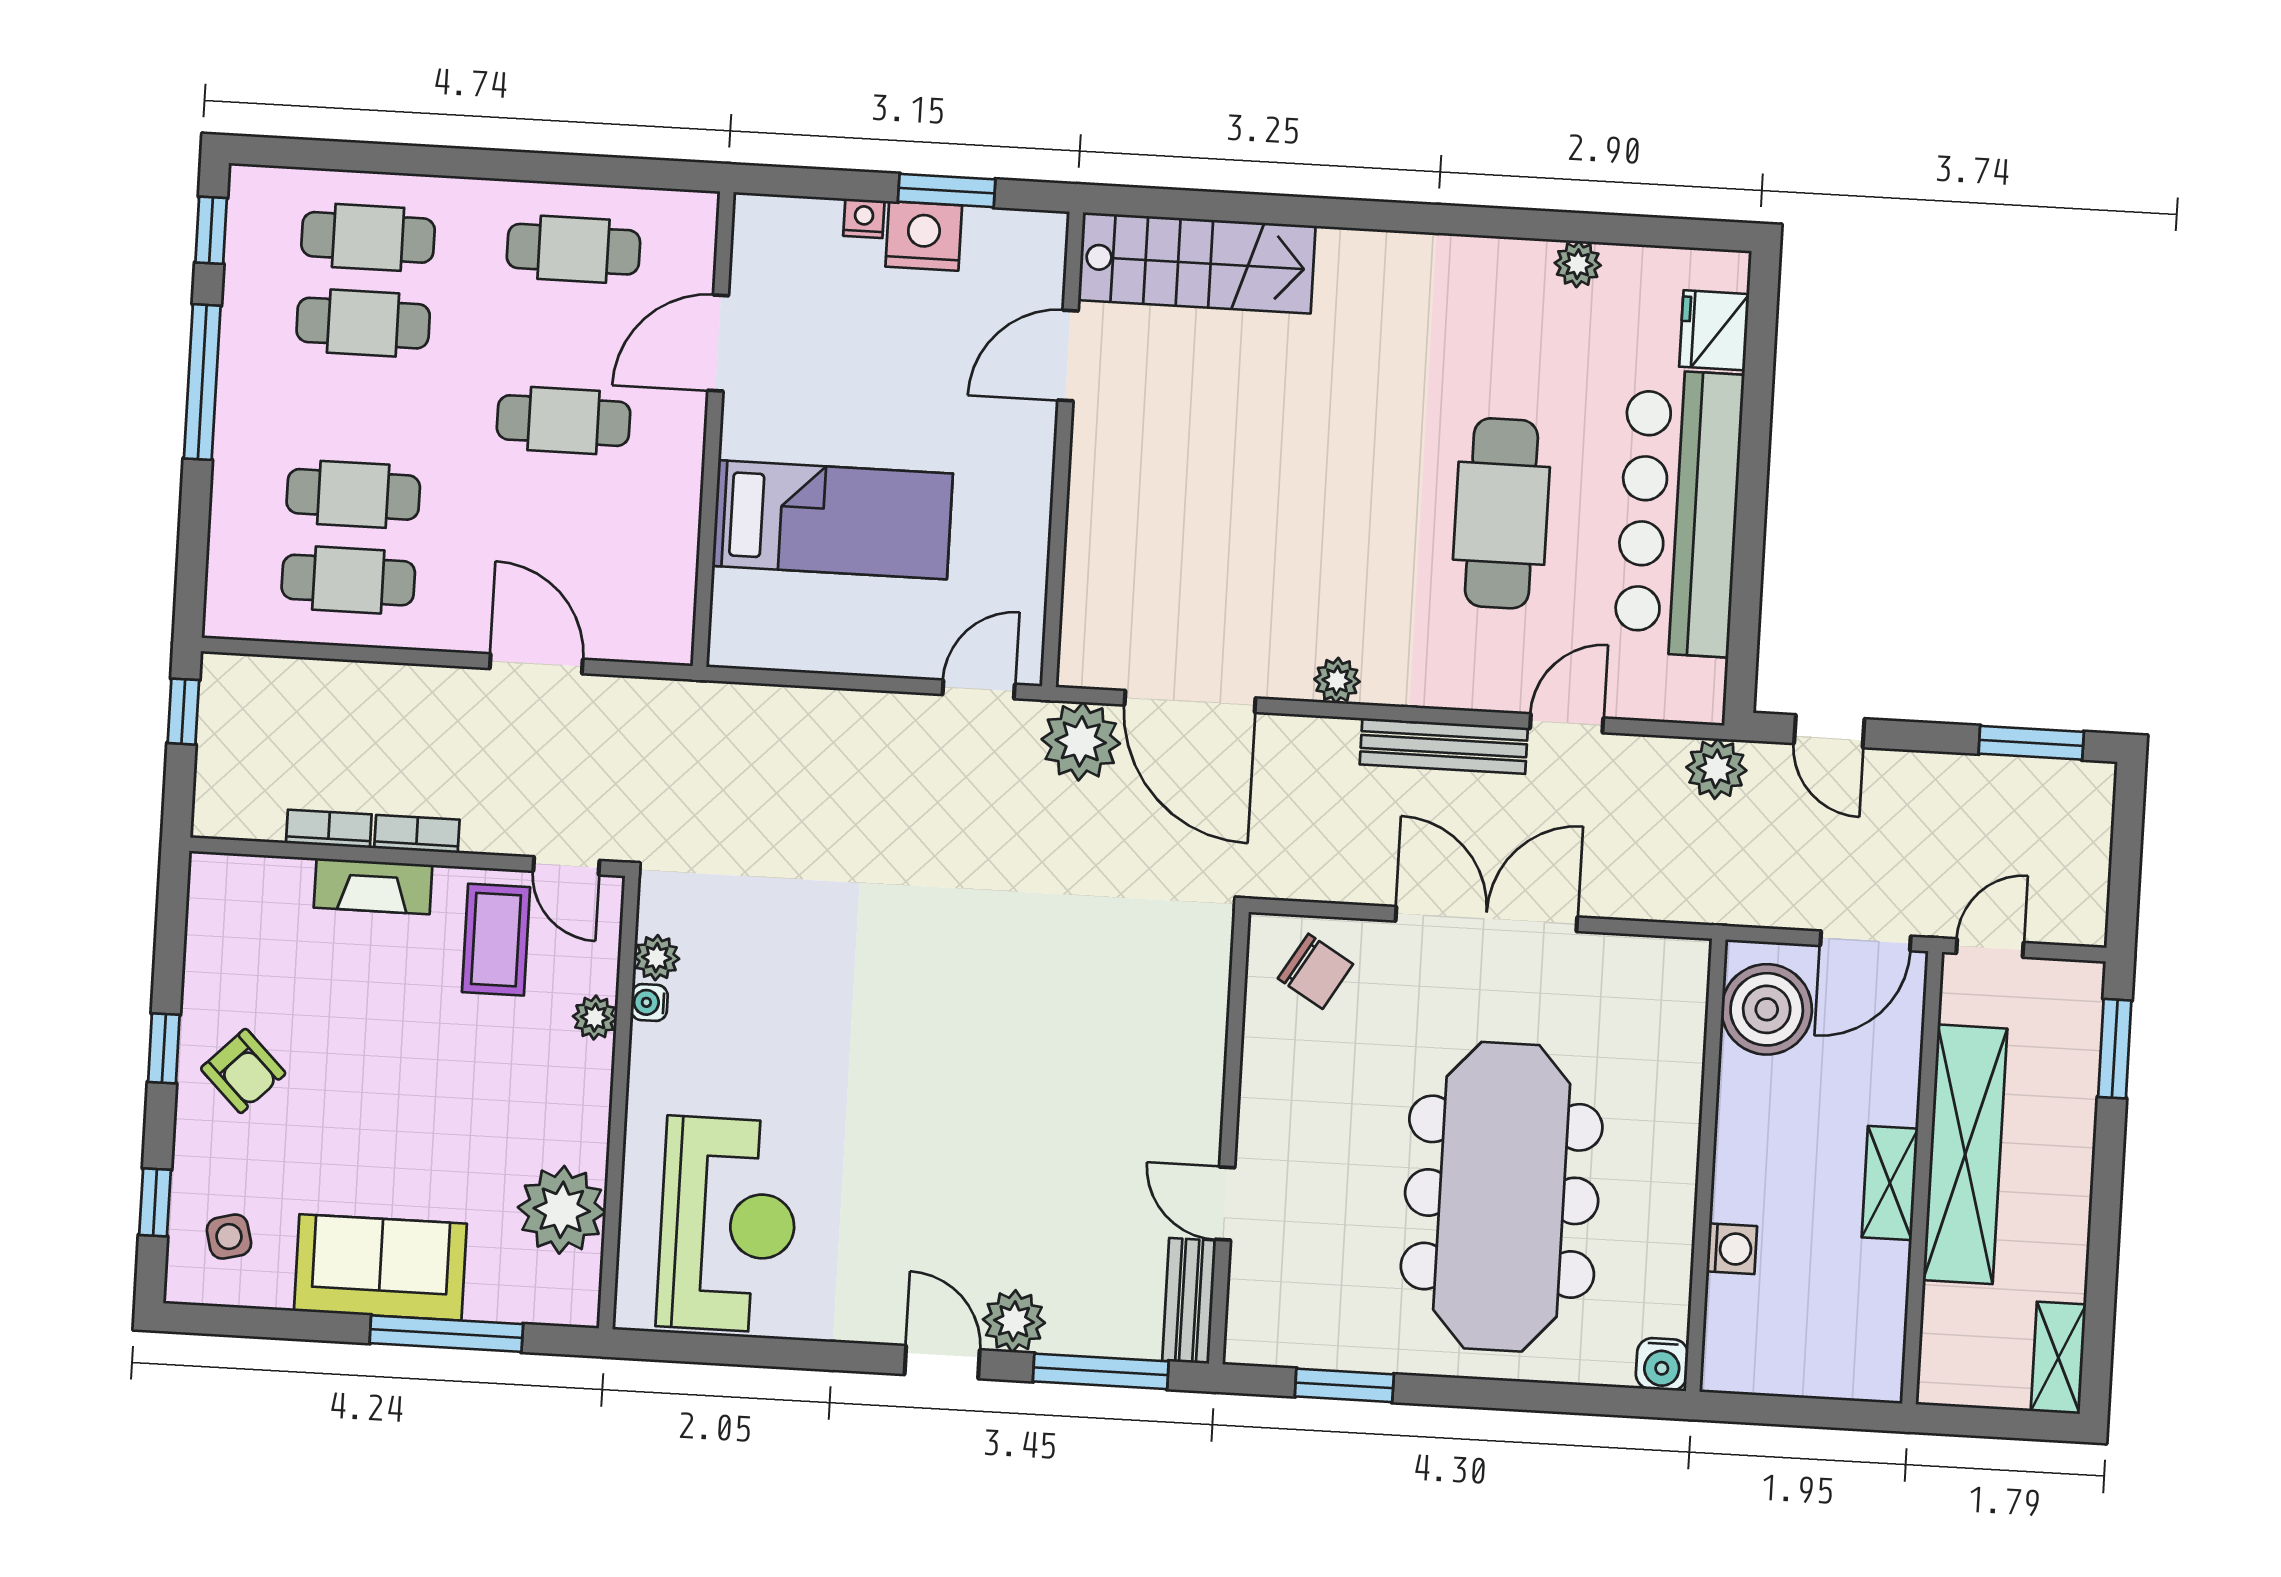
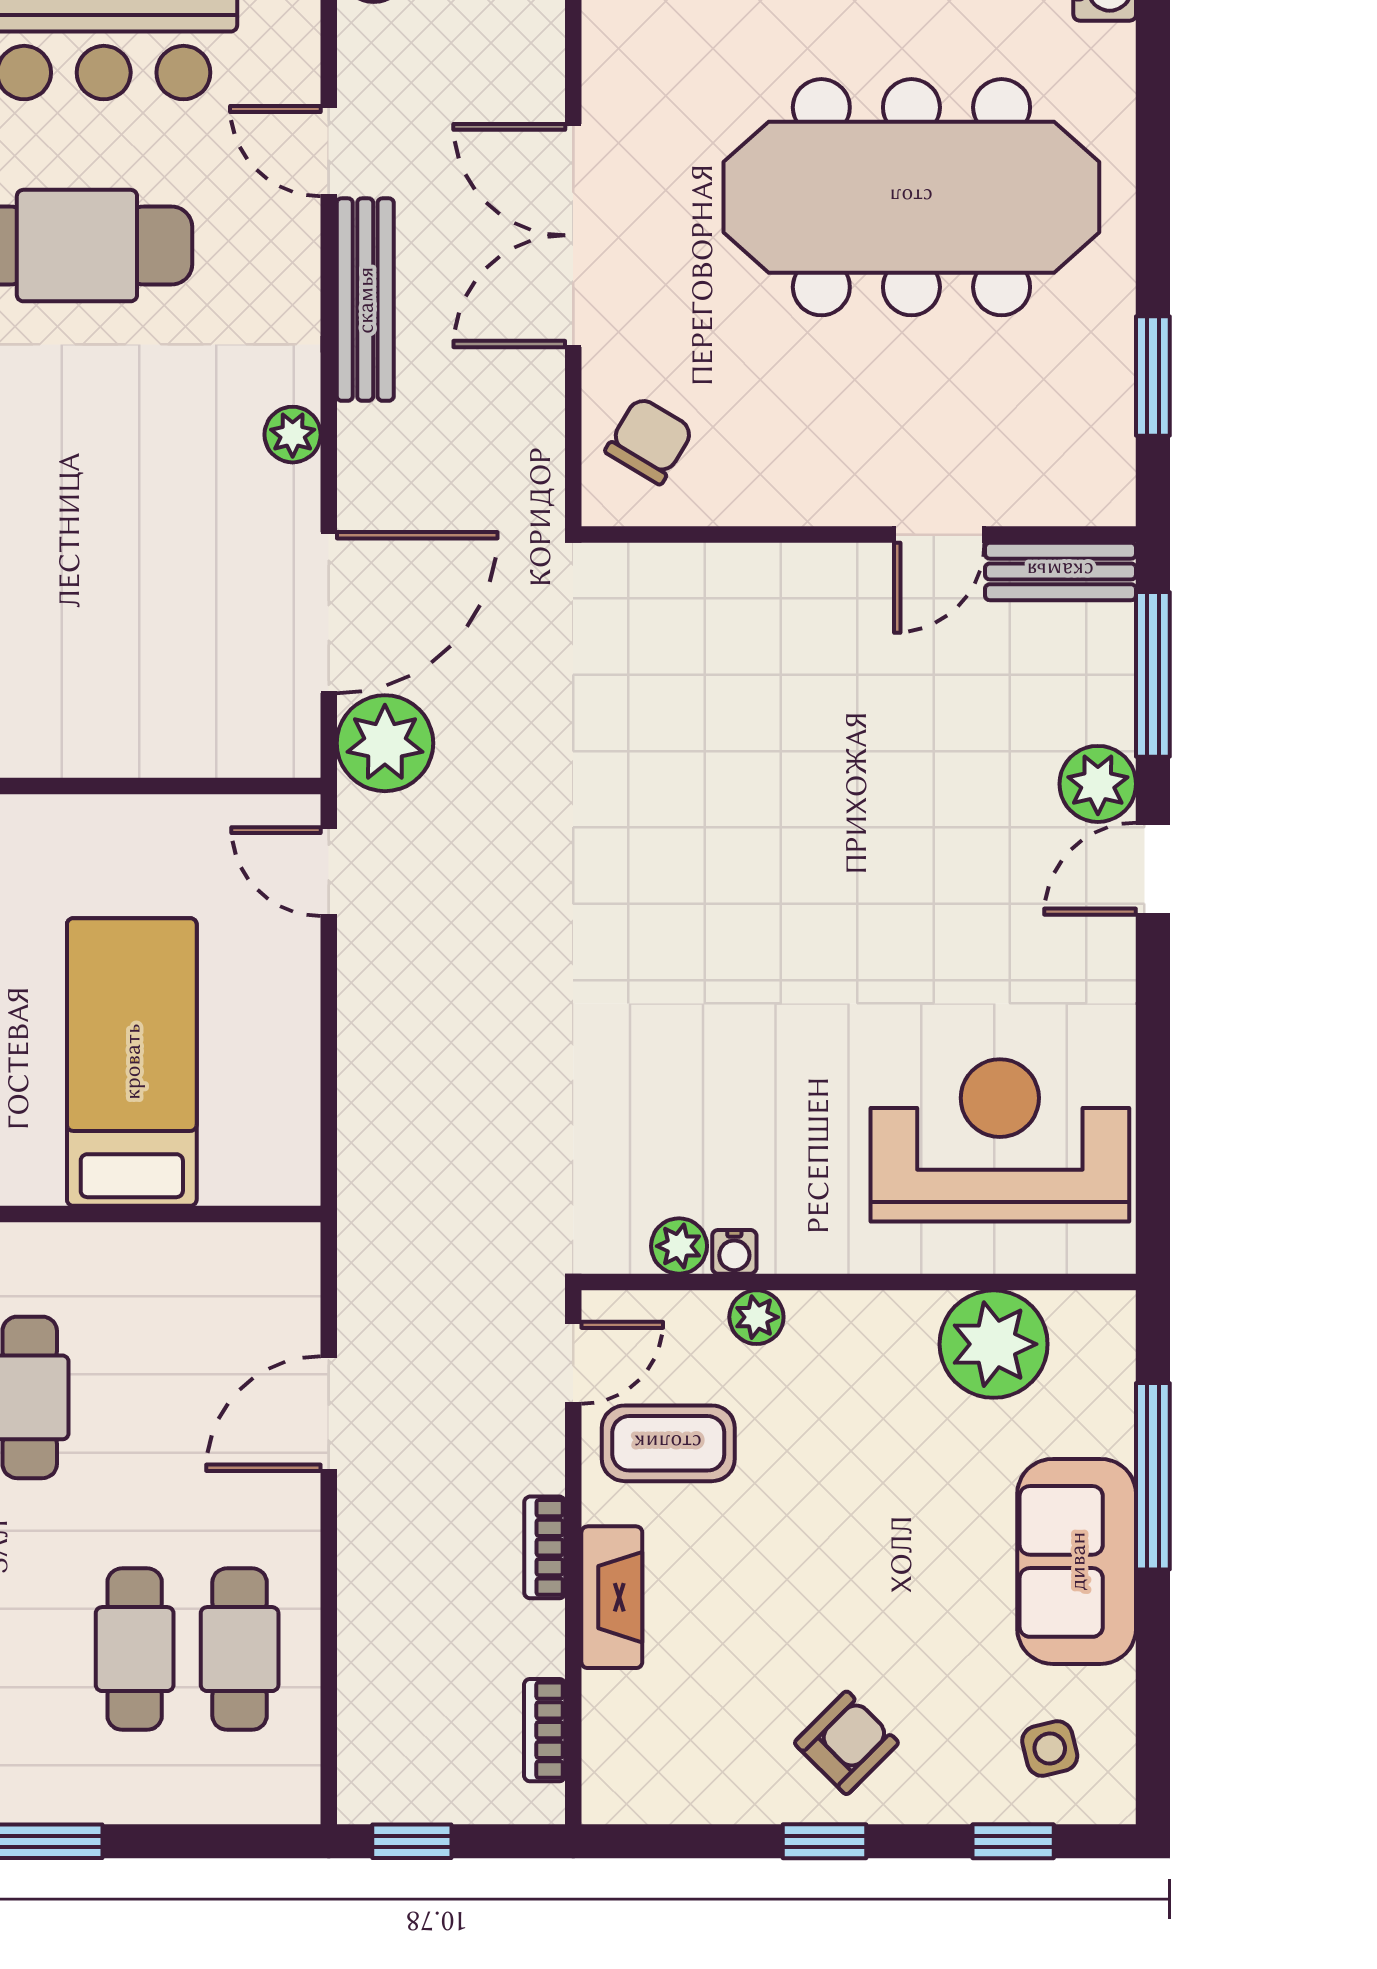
bookcase: (329, 829) -> (545, 1730), moved

